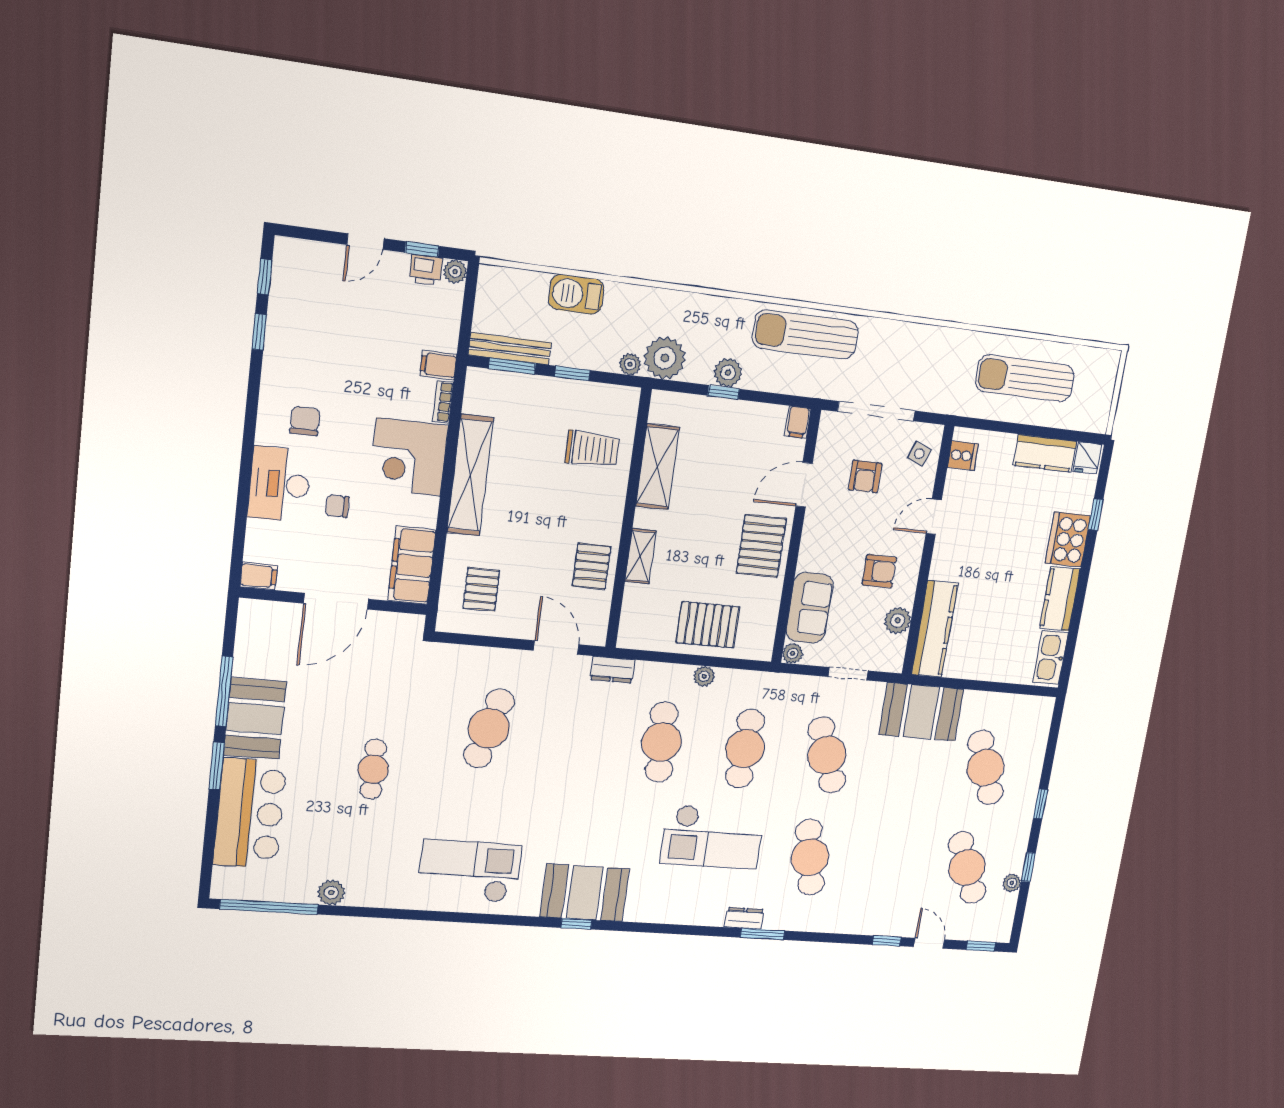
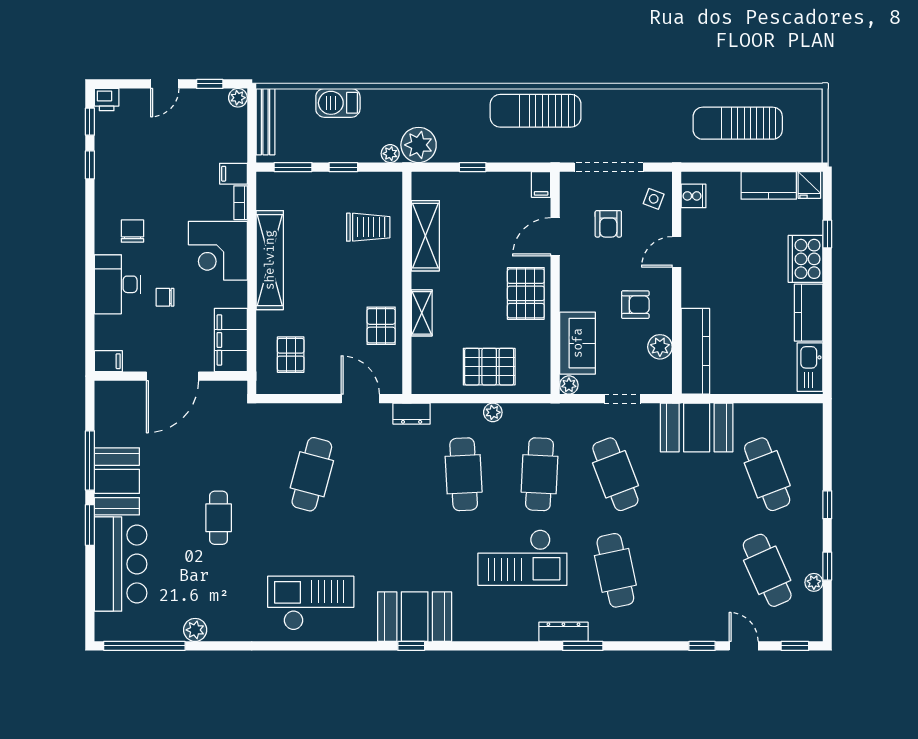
printer: (426, 270) -> (107, 100), moved
bench: (510, 349) -> (266, 122), moved, turned 90
plant: (728, 373) -> (474, 150), removed
dresser: (744, 918) -> (563, 632), width x1.44

